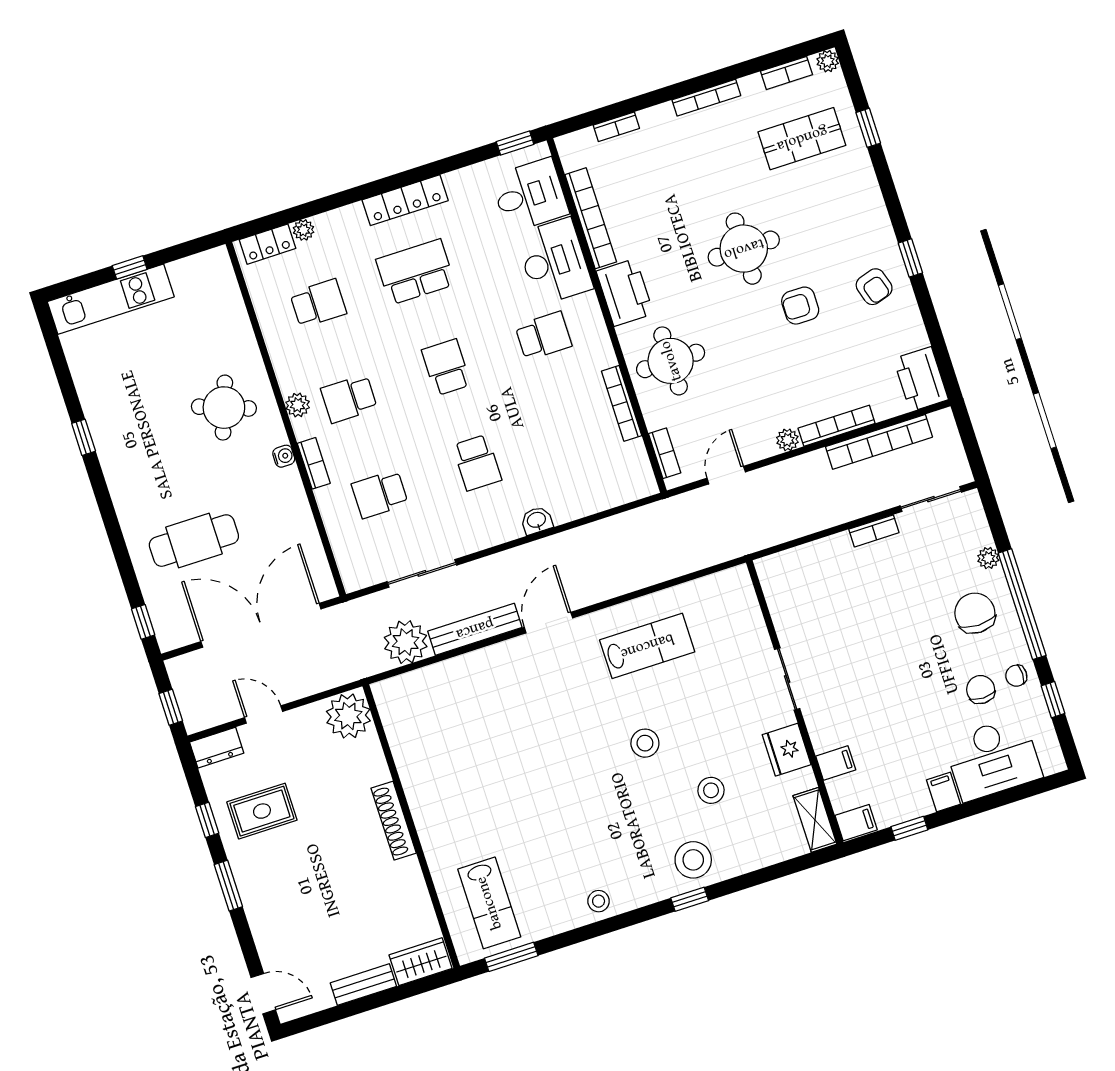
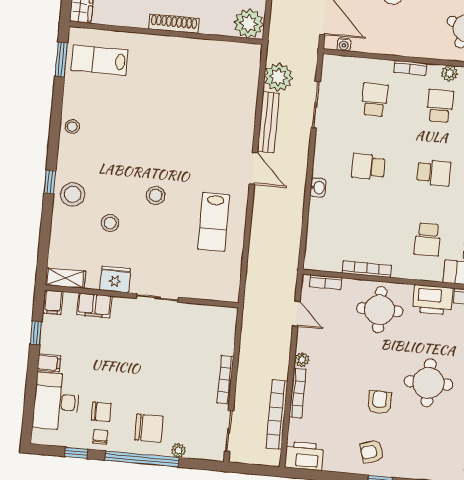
water cooler: (284, 456) -> (344, 44), moved
bookcase: (874, 531) -> (225, 380), width x1.56
filing cabinet: (836, 763) -> (94, 305), width x2.00

